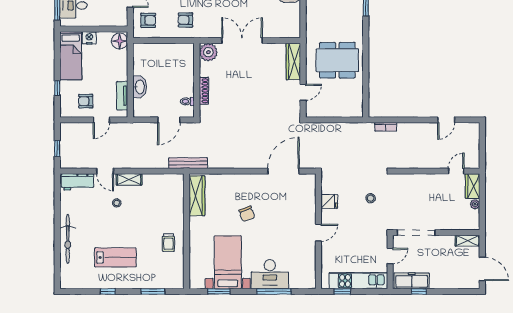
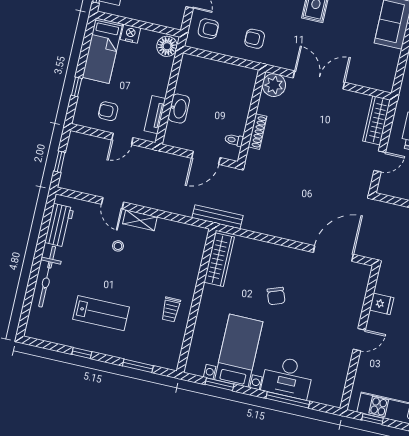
workbench: (78, 182) -> (59, 225), moved, turned -90

